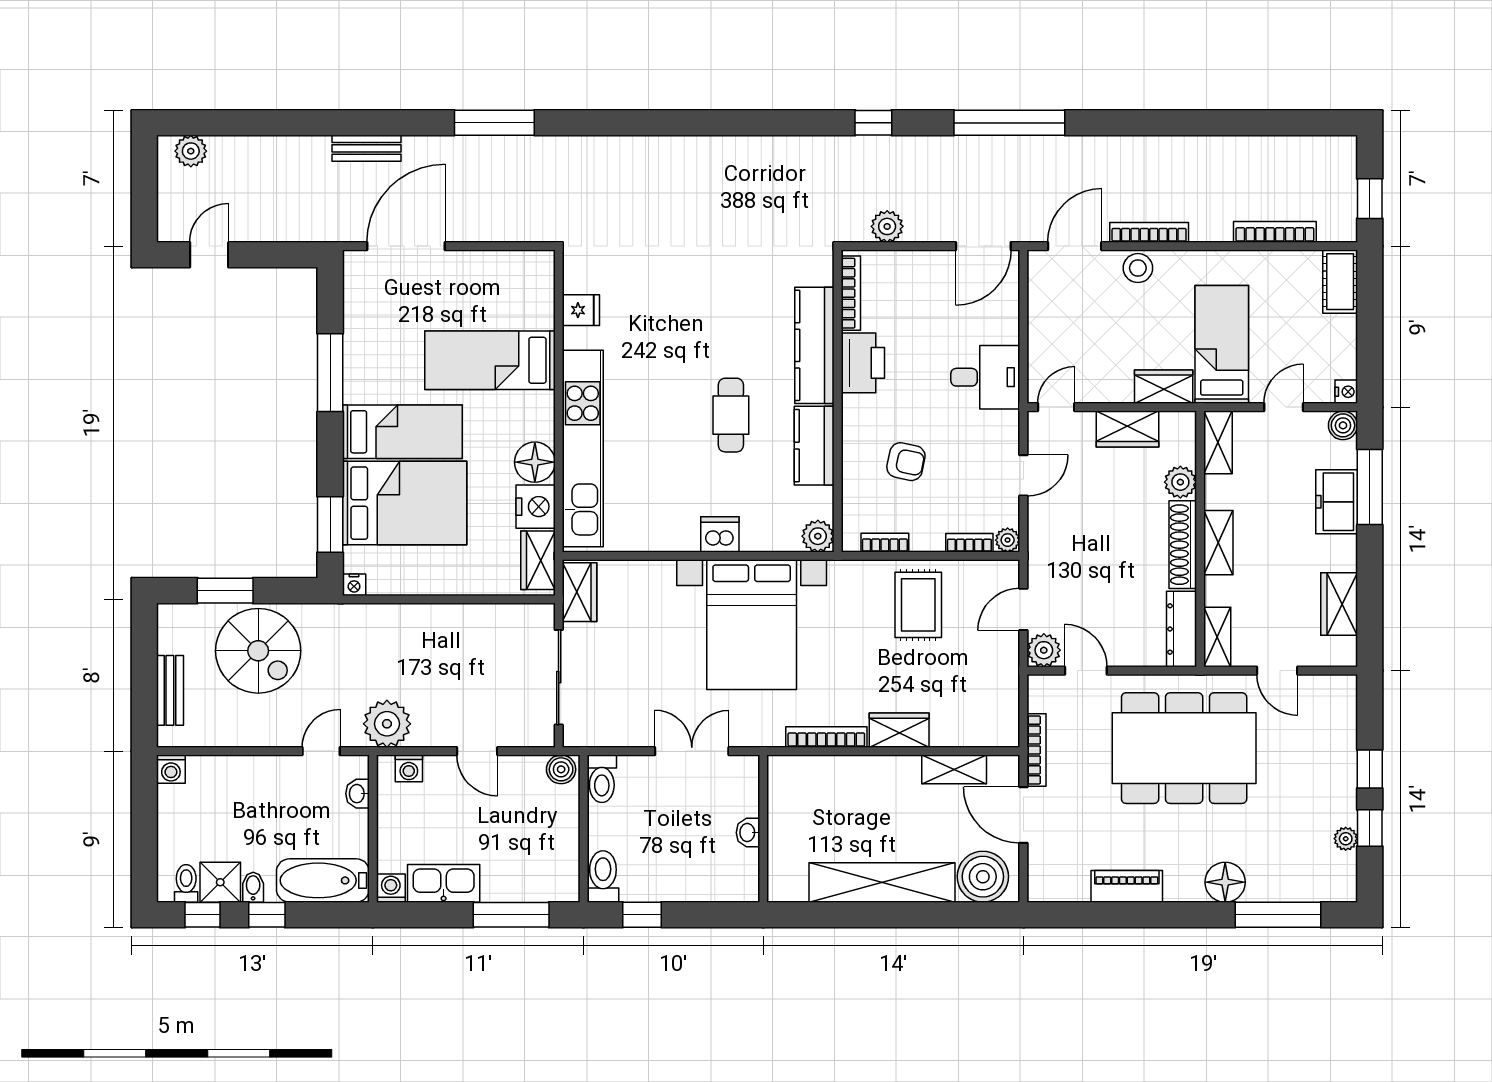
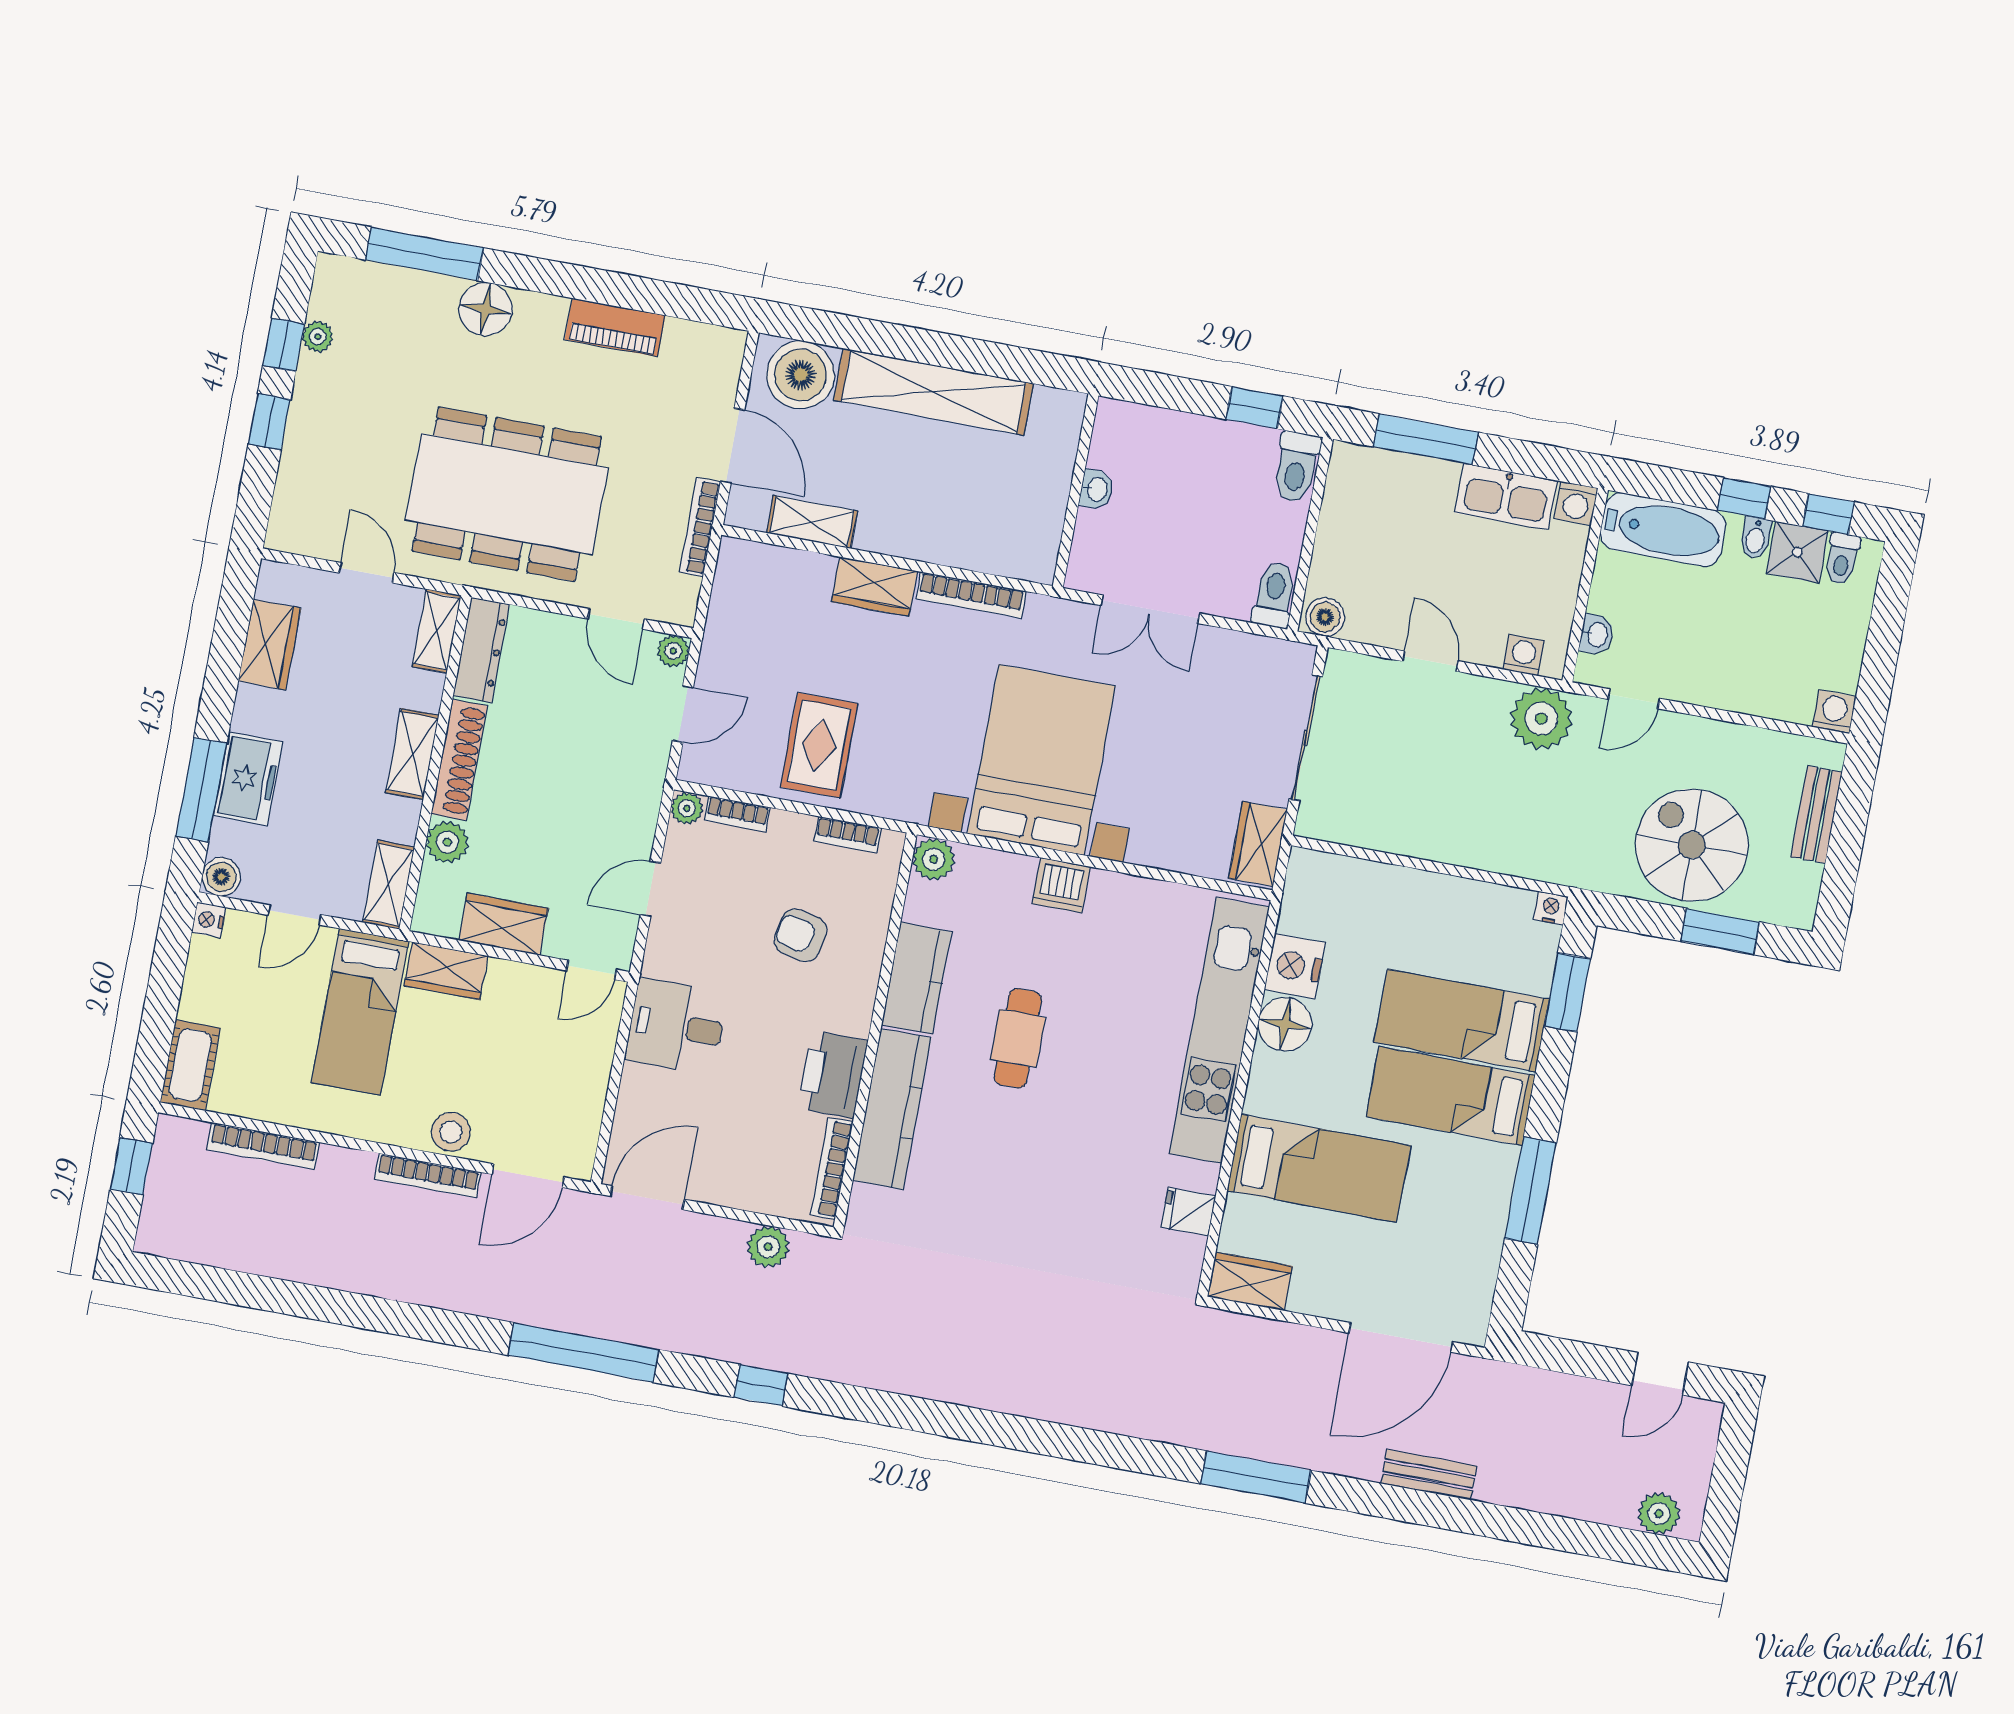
bed: (405, 503) -> (1462, 1021), width x0.67
wardrobe: (538, 560) -> (1250, 1281), moved, turned -90
plant: (1044, 650) -> (673, 651), width x0.73, depth x0.73

